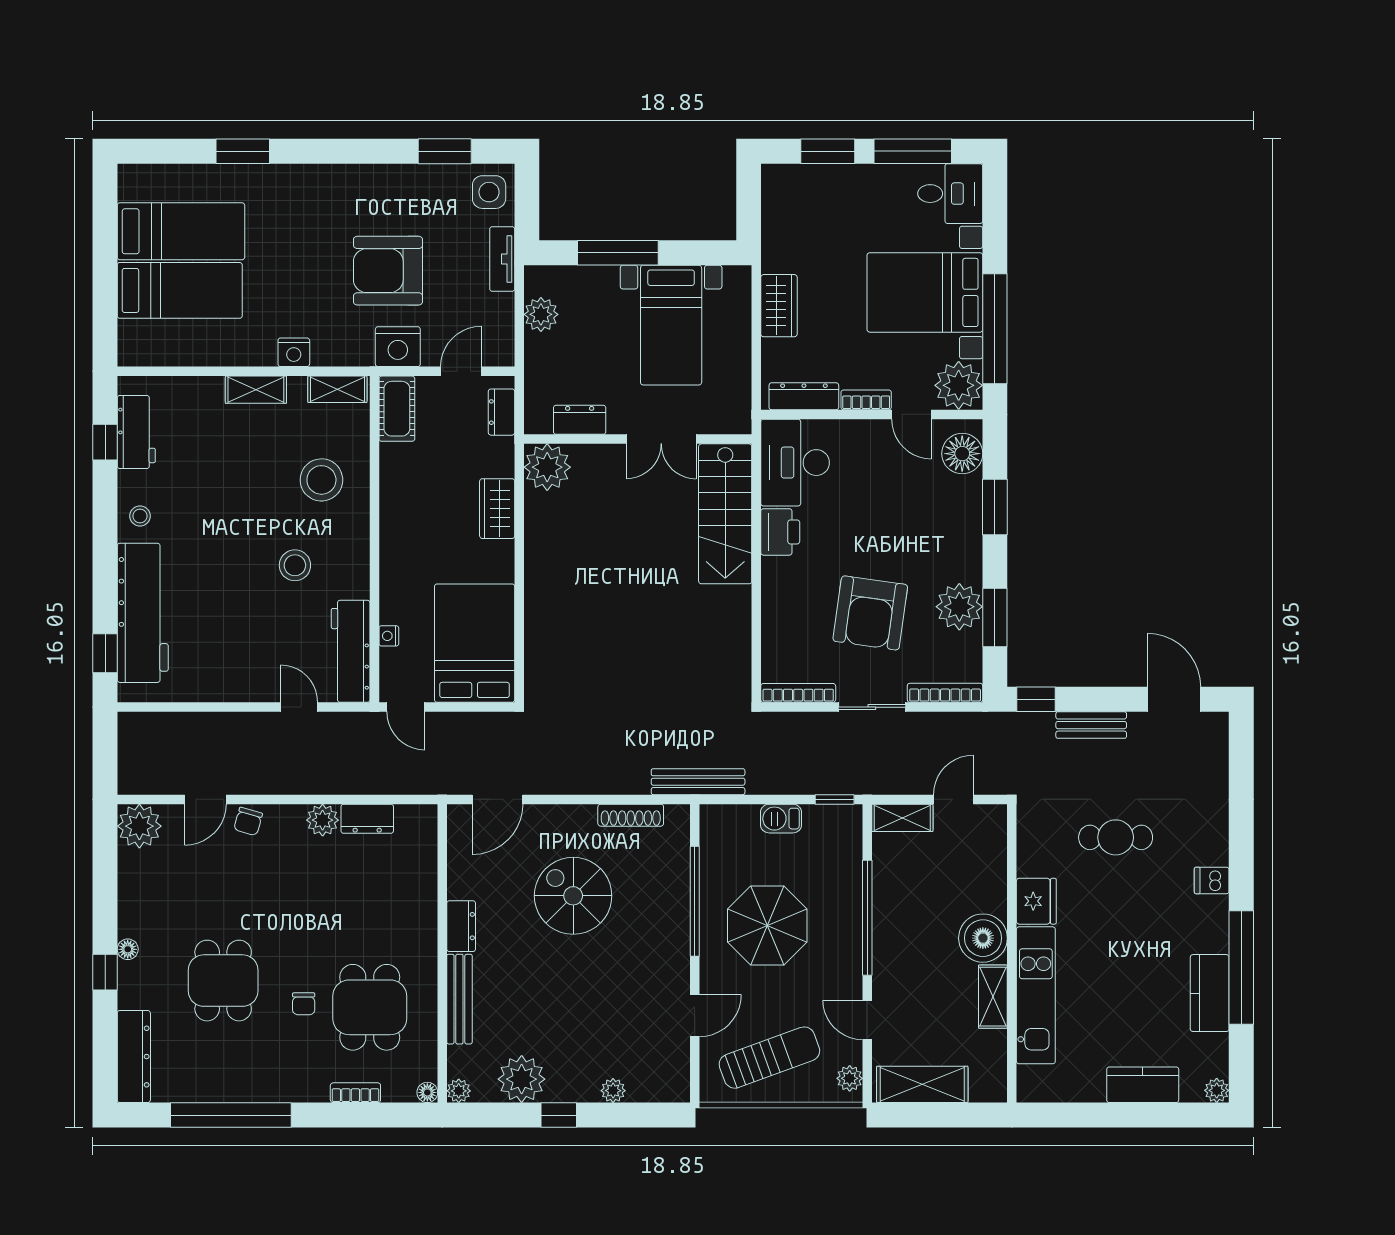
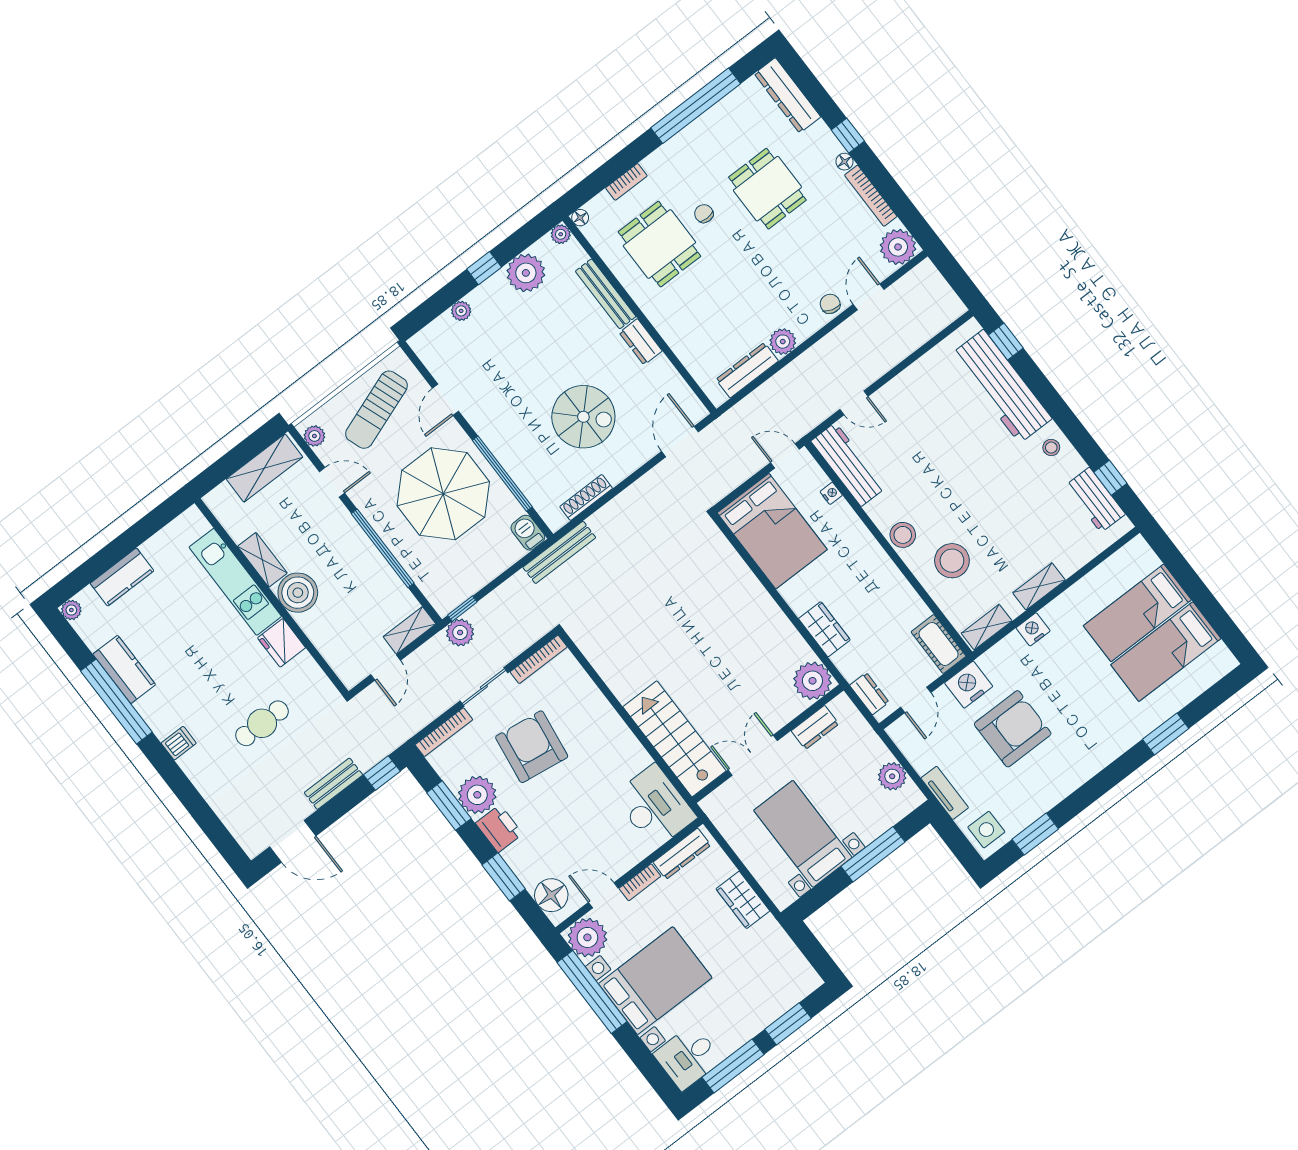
printer: (780, 532) -> (499, 829), moved, turned 180
stool: (295, 565) -> (903, 535), moved
plant: (855, 778) -> (460, 633), added
dresser: (367, 819) -> (747, 370), width x1.44
barbecue: (781, 819) -> (528, 533), moved, turned -90
bookcase: (128, 896) -> (871, 196), added
parasol: (767, 926) -> (443, 494), width x1.36, depth x1.36

